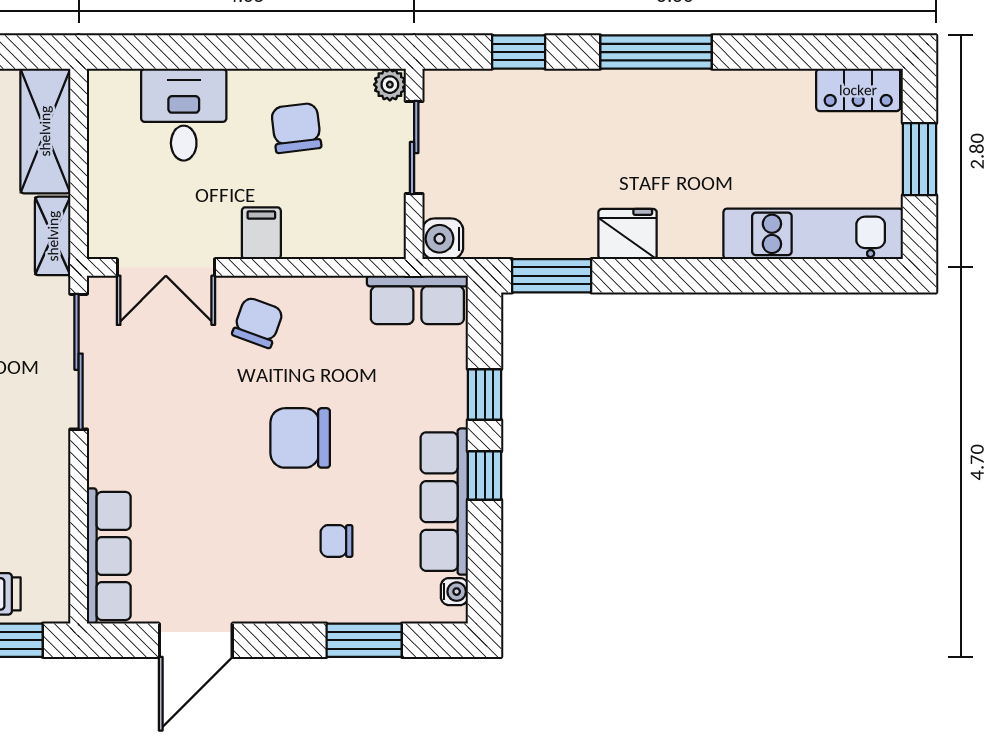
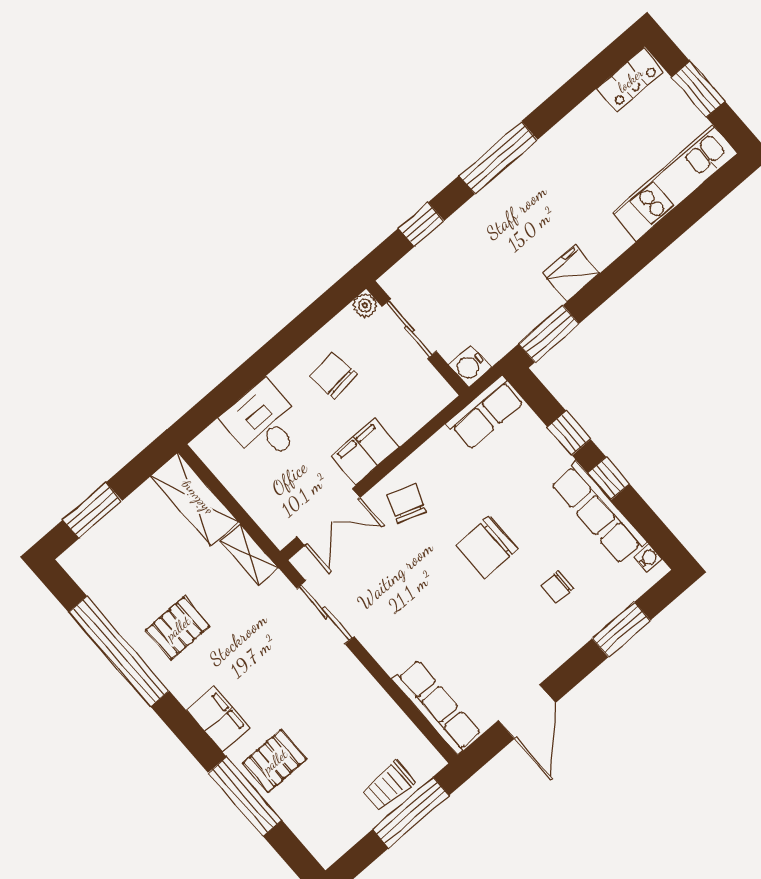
filing cabinet: (261, 233) -> (365, 451), width x2.00
sliding door: (79, 362) -> (325, 612), width x0.73

